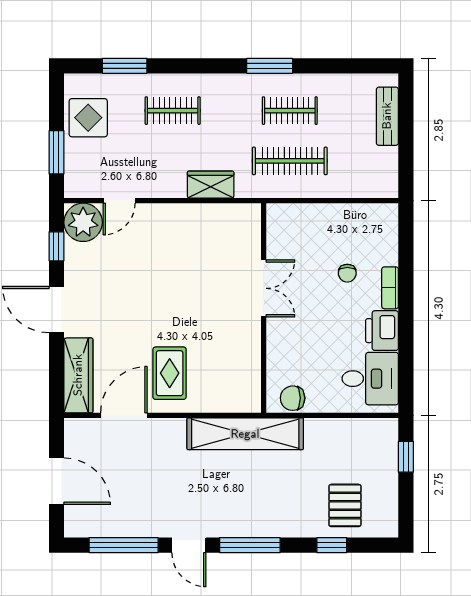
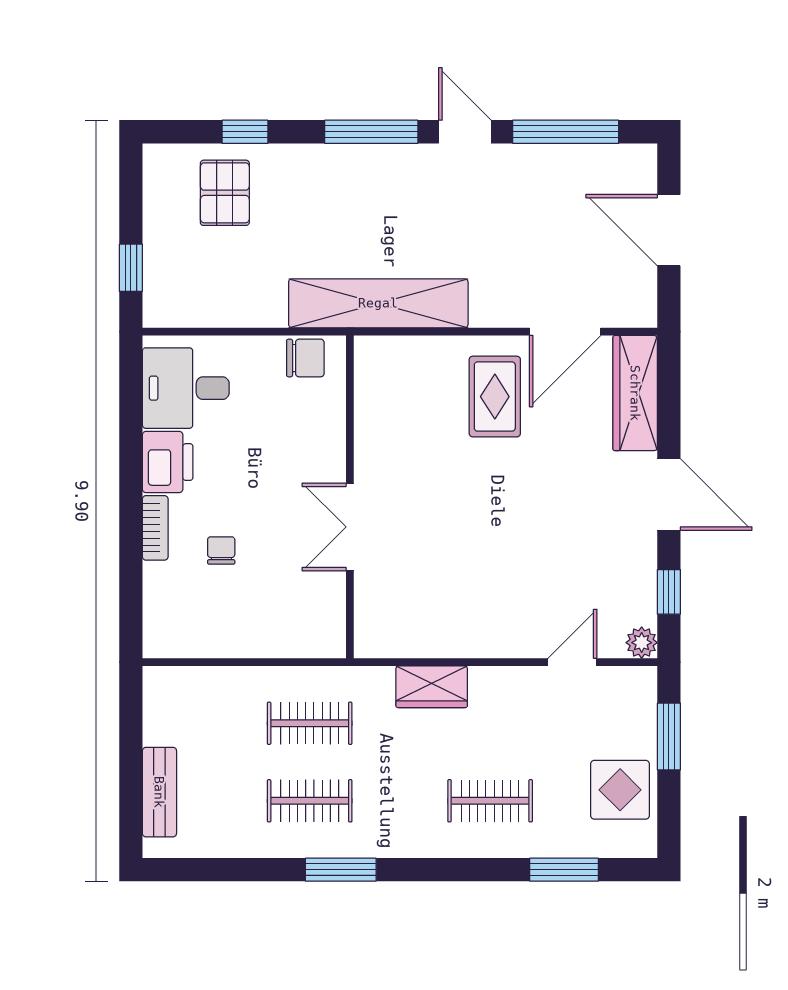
clothes rail: (290, 161) -> (310, 723), width x0.73
plant: (83, 222) -> (642, 643), width x0.53, depth x0.53

